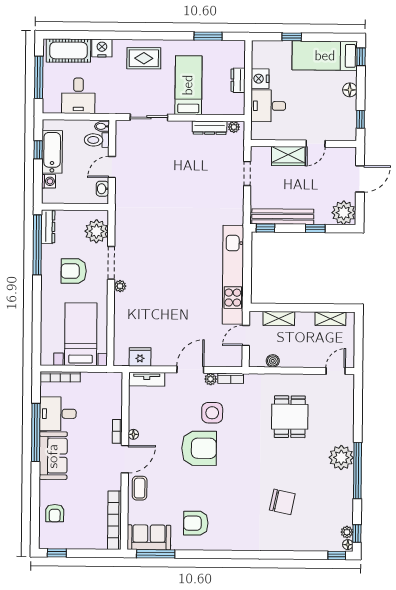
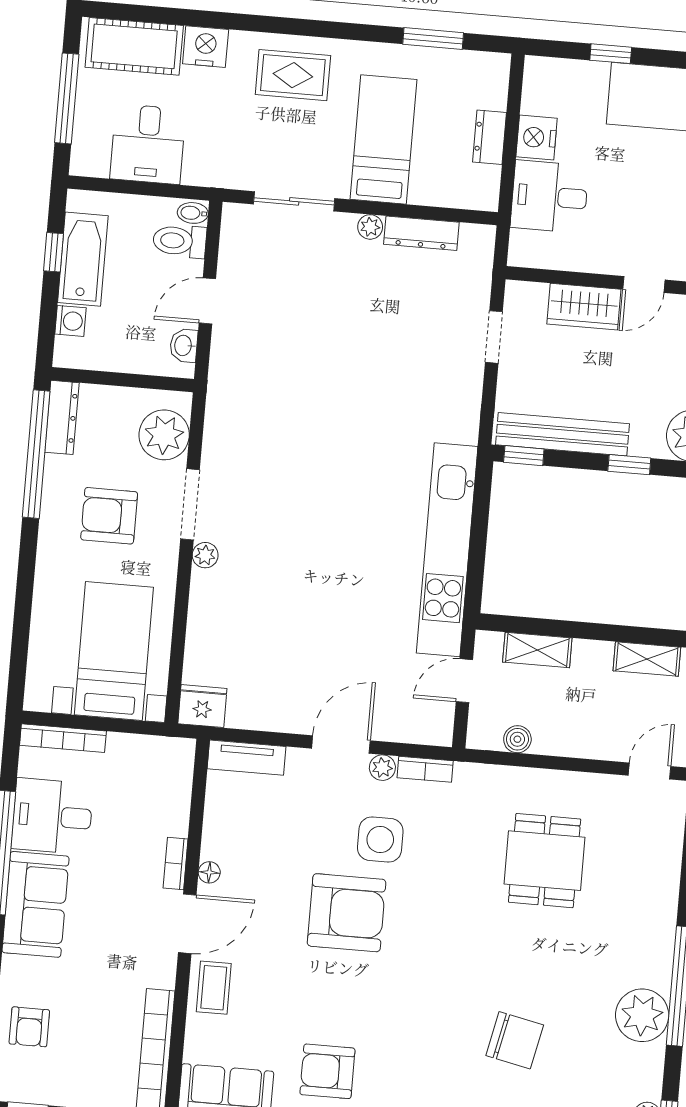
plant: (234, 127) -> (370, 227), moved
fridge: (140, 357) -> (202, 706), moved
plant: (341, 457) -> (642, 1015), moved

